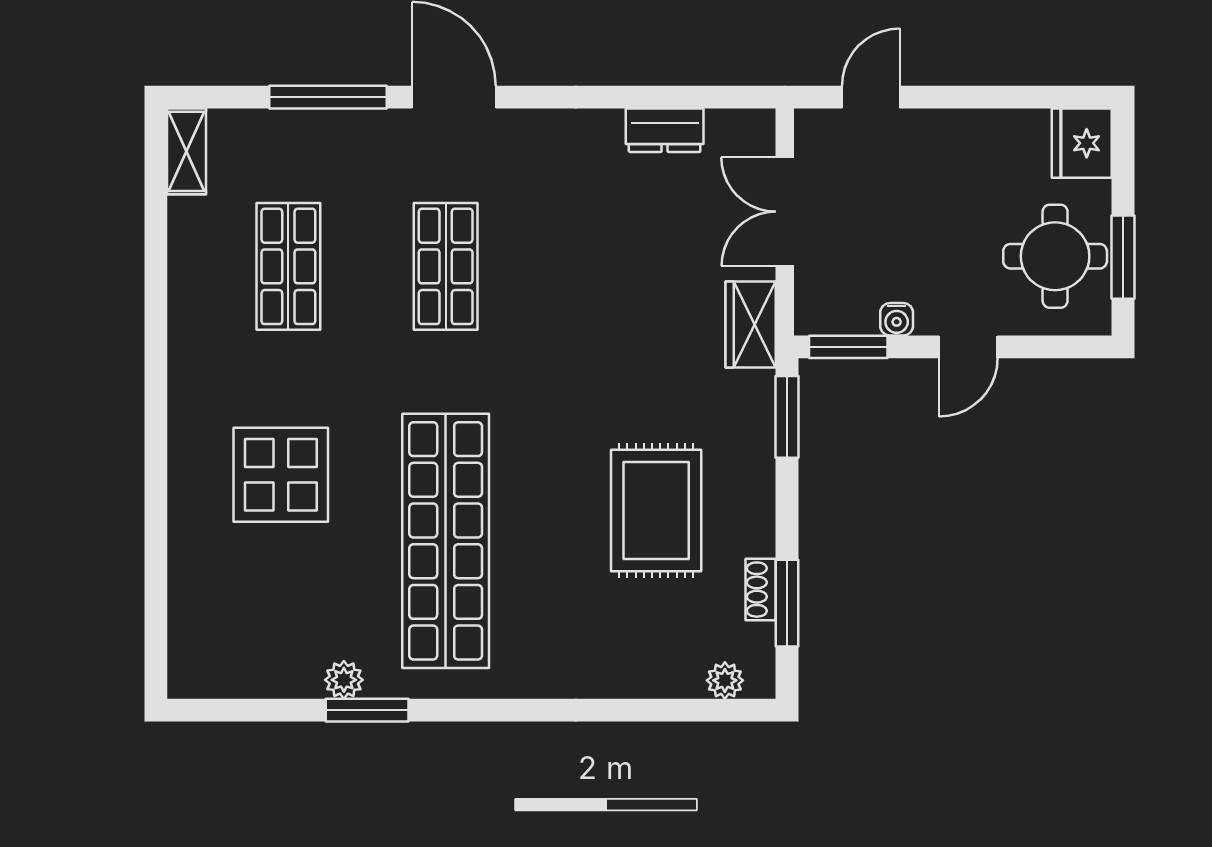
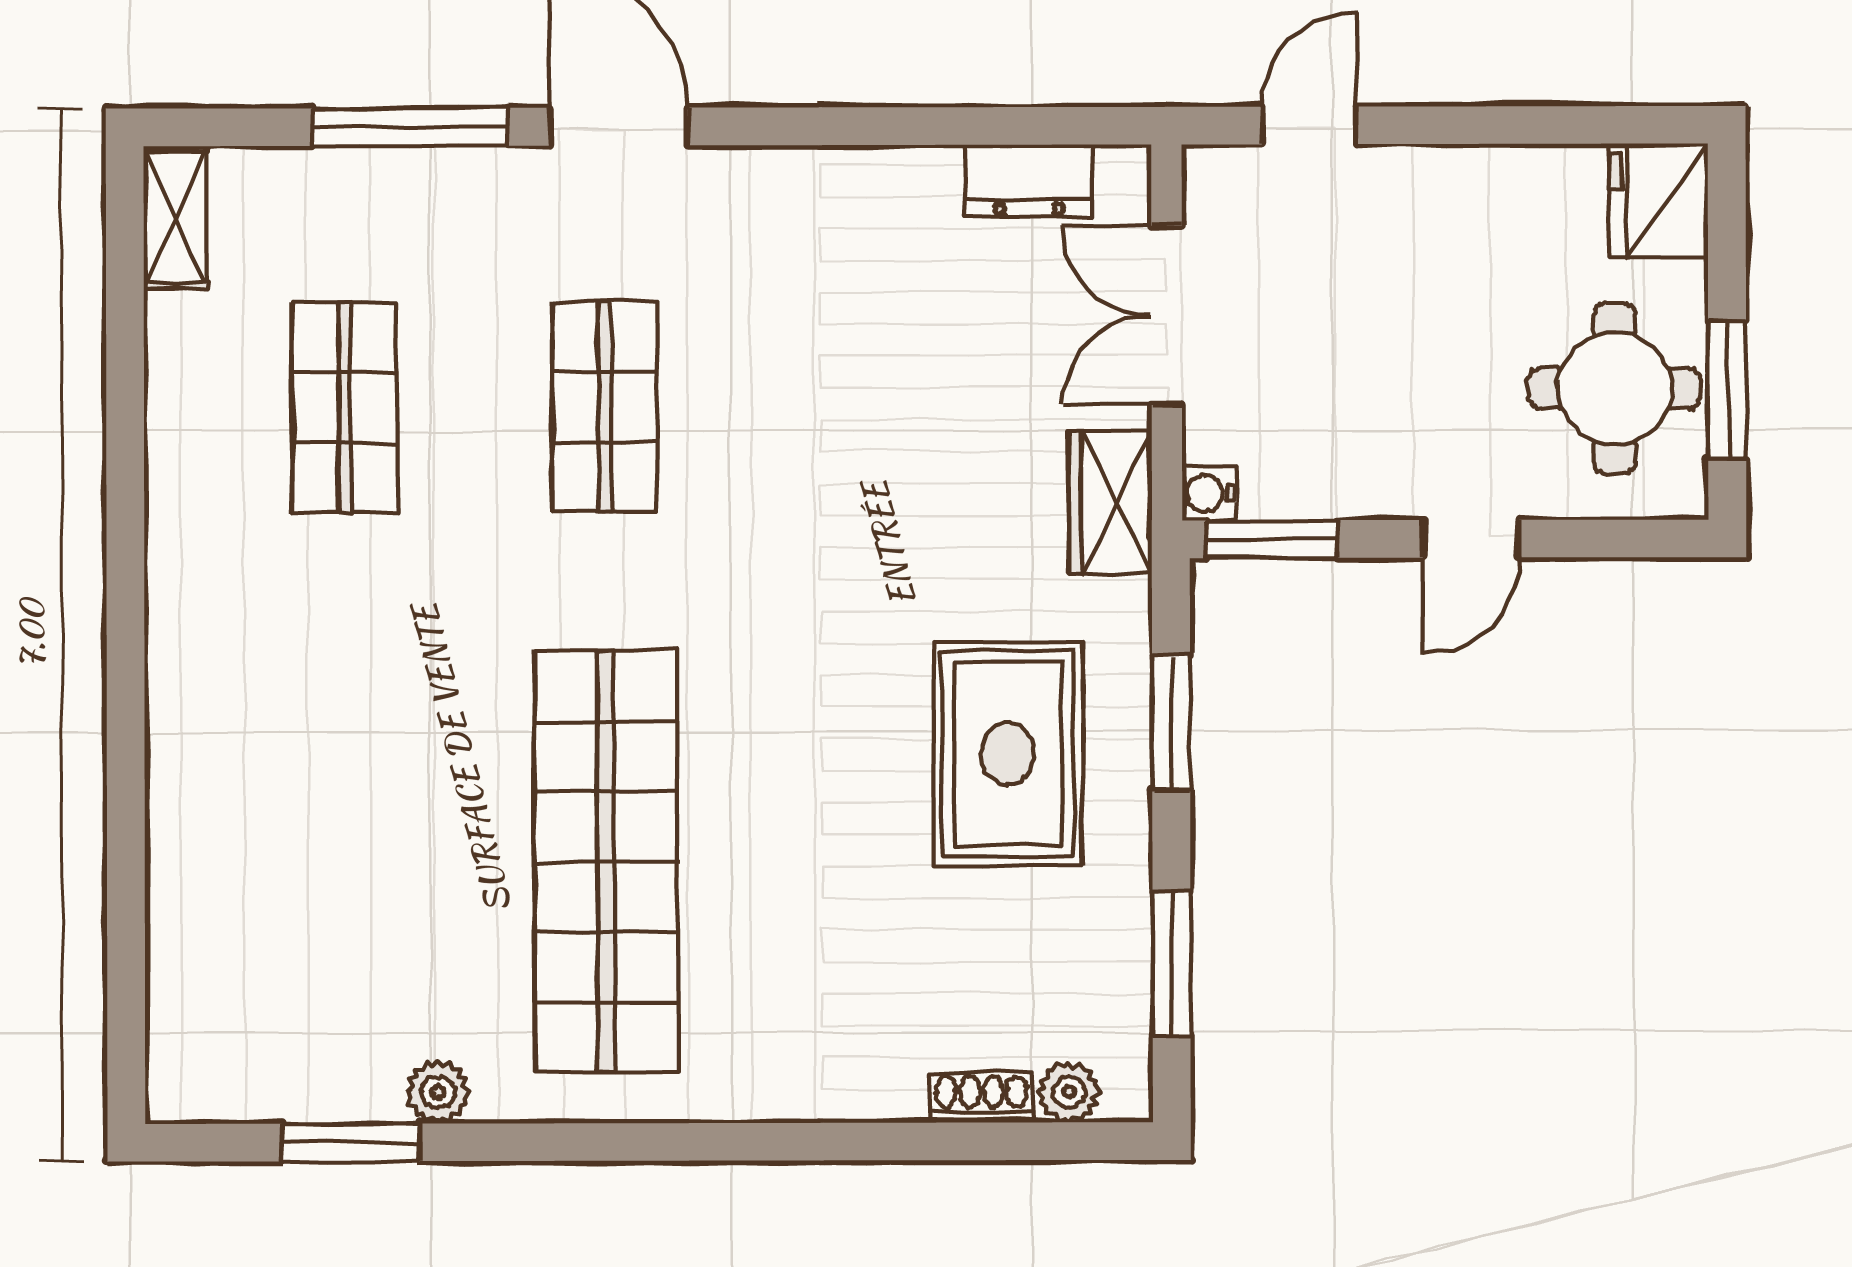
dresser: (665, 130) -> (1029, 181), moved
water cooler: (897, 319) -> (1209, 493), moved, turned 90
window: (787, 417) -> (1171, 723), moved
display table: (281, 475) -> (333, 753), removed
rug: (656, 511) -> (1008, 754), moved
shoe rack: (761, 590) -> (982, 1098), moved, turned 90
window: (367, 710) -> (351, 1142), moved

